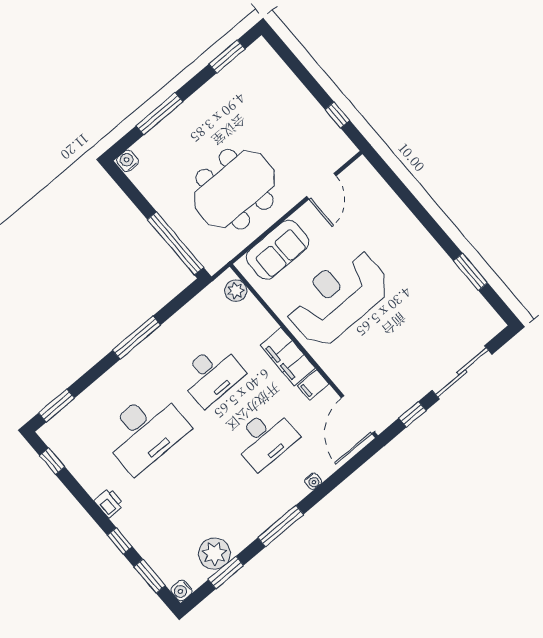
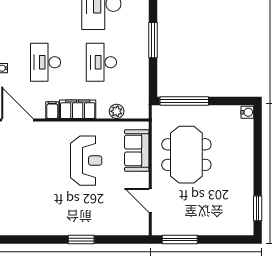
window: (160, 114) -> (258, 149), removed
window: (337, 115) -> (180, 240), width x2.17
window: (470, 272) -> (81, 240), moved
plant: (236, 291) -> (117, 111), moved
reception desk: (338, 298) -> (86, 161), width x0.74, depth x0.77

